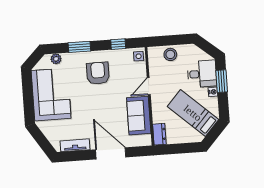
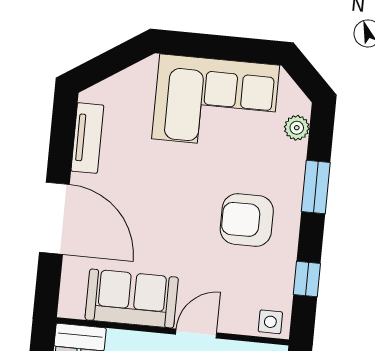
armchair: (98, 73) -> (247, 220), turned 180
door: (149, 86) -> (196, 334), hinge flipped
door: (111, 153) -> (54, 218), hinge flipped

